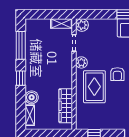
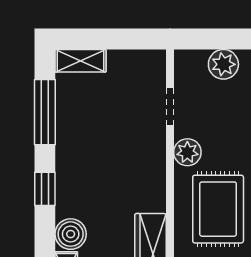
shelving: (61, 24) -> (81, 61), moved
plant: (82, 25) -> (223, 64), moved

